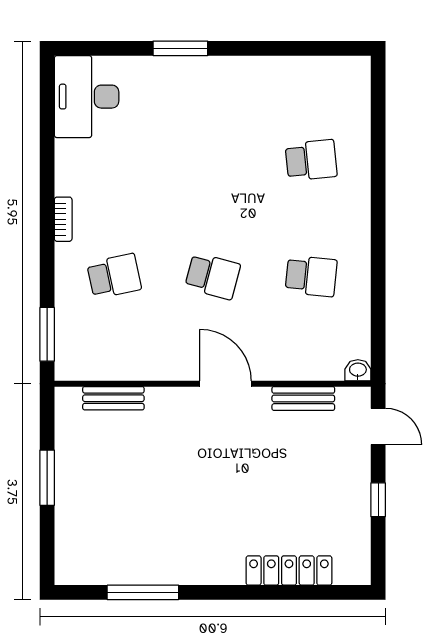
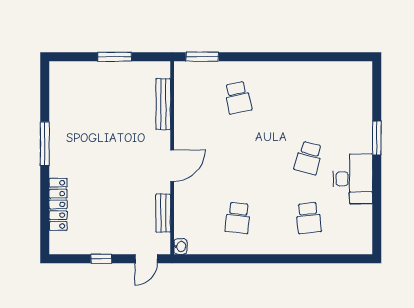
desk: (87, 97) -> (353, 179), moved, turned 90
bookcase: (63, 219) -> (273, 67), removed
school desk: (213, 276) -> (309, 158), moved
bench: (113, 398) -> (163, 104), width x1.36
window: (143, 592) -> (45, 144), moved

